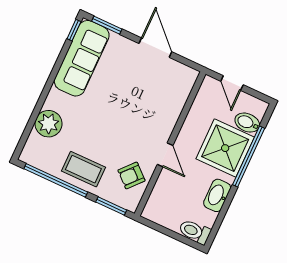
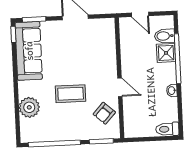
shower: (225, 148) -> (166, 53), width x0.54, depth x0.54
coffee table: (83, 169) -> (71, 94), moved
washbasin: (217, 195) -> (172, 91), width x0.52, depth x0.69

